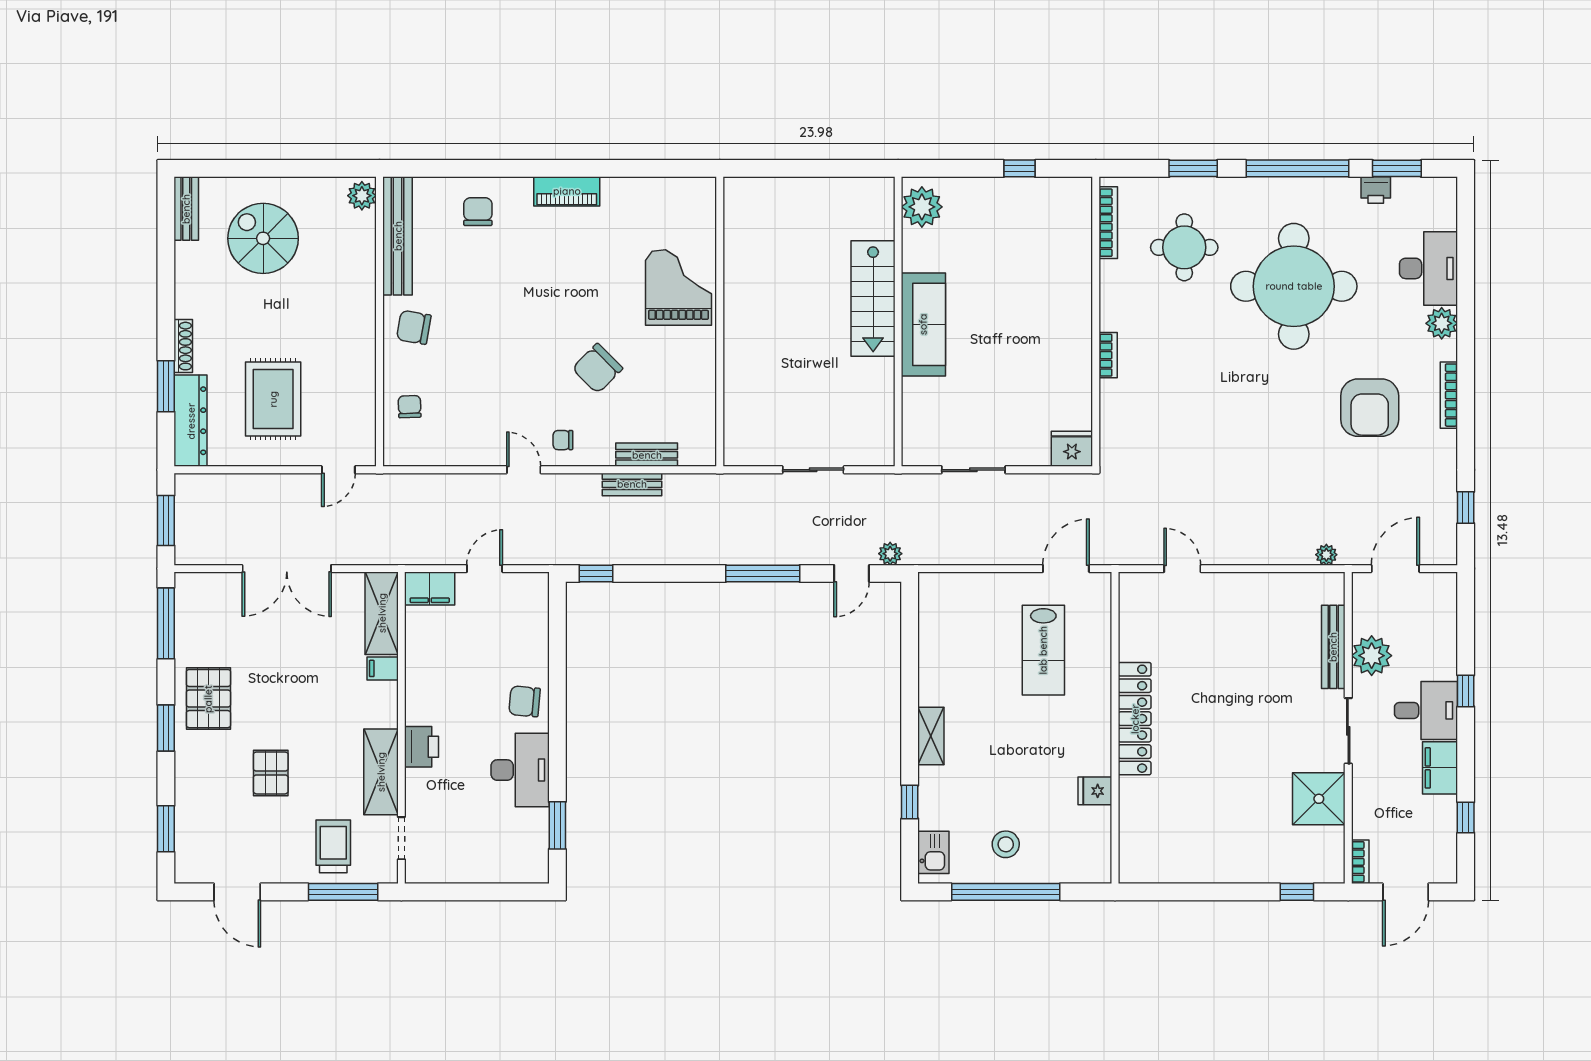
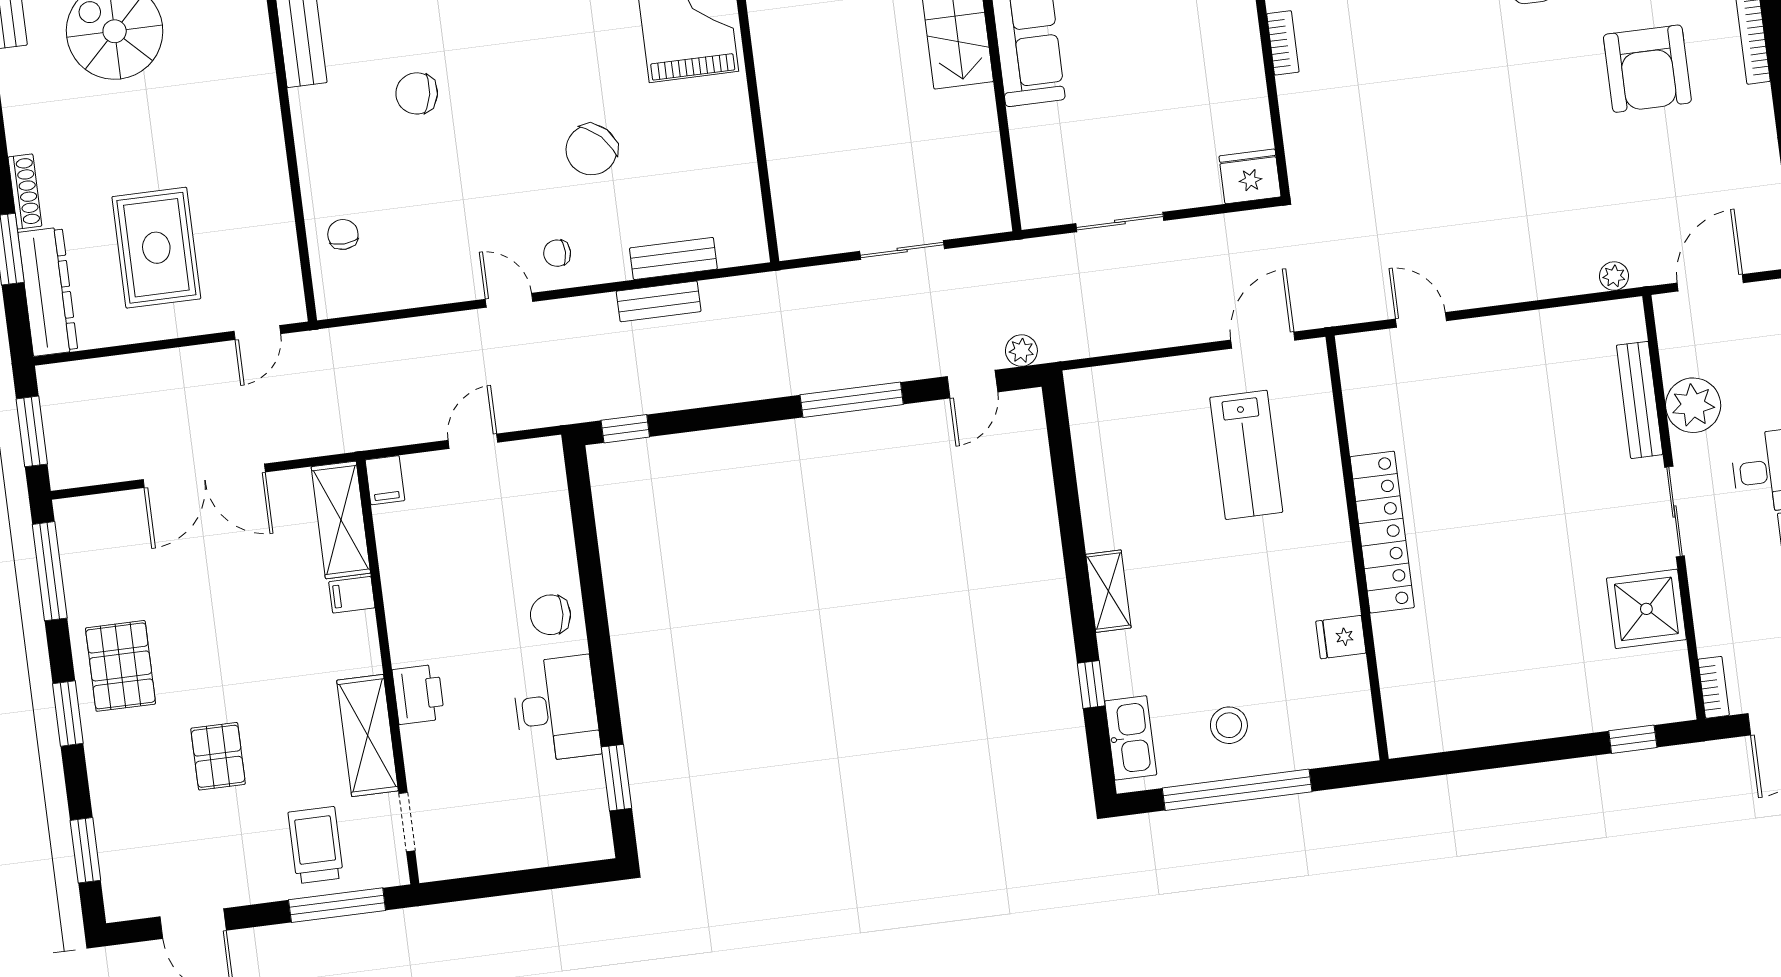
chair: (414, 327) -> (417, 93), moved
filing cabinet: (430, 589) -> (385, 480), width x0.50
kitchen sink: (933, 852) -> (1131, 738), width x1.38

